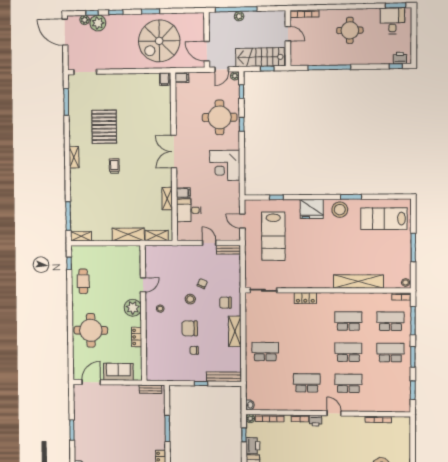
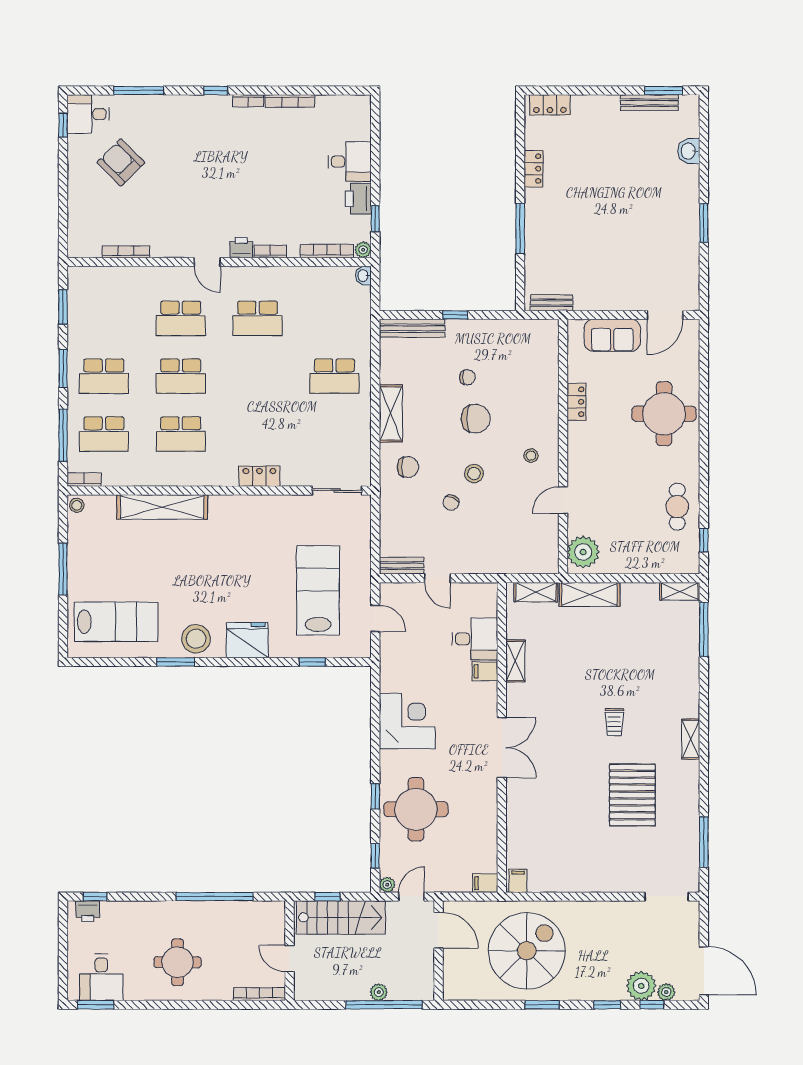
plant: (133, 308) -> (583, 552), moved

